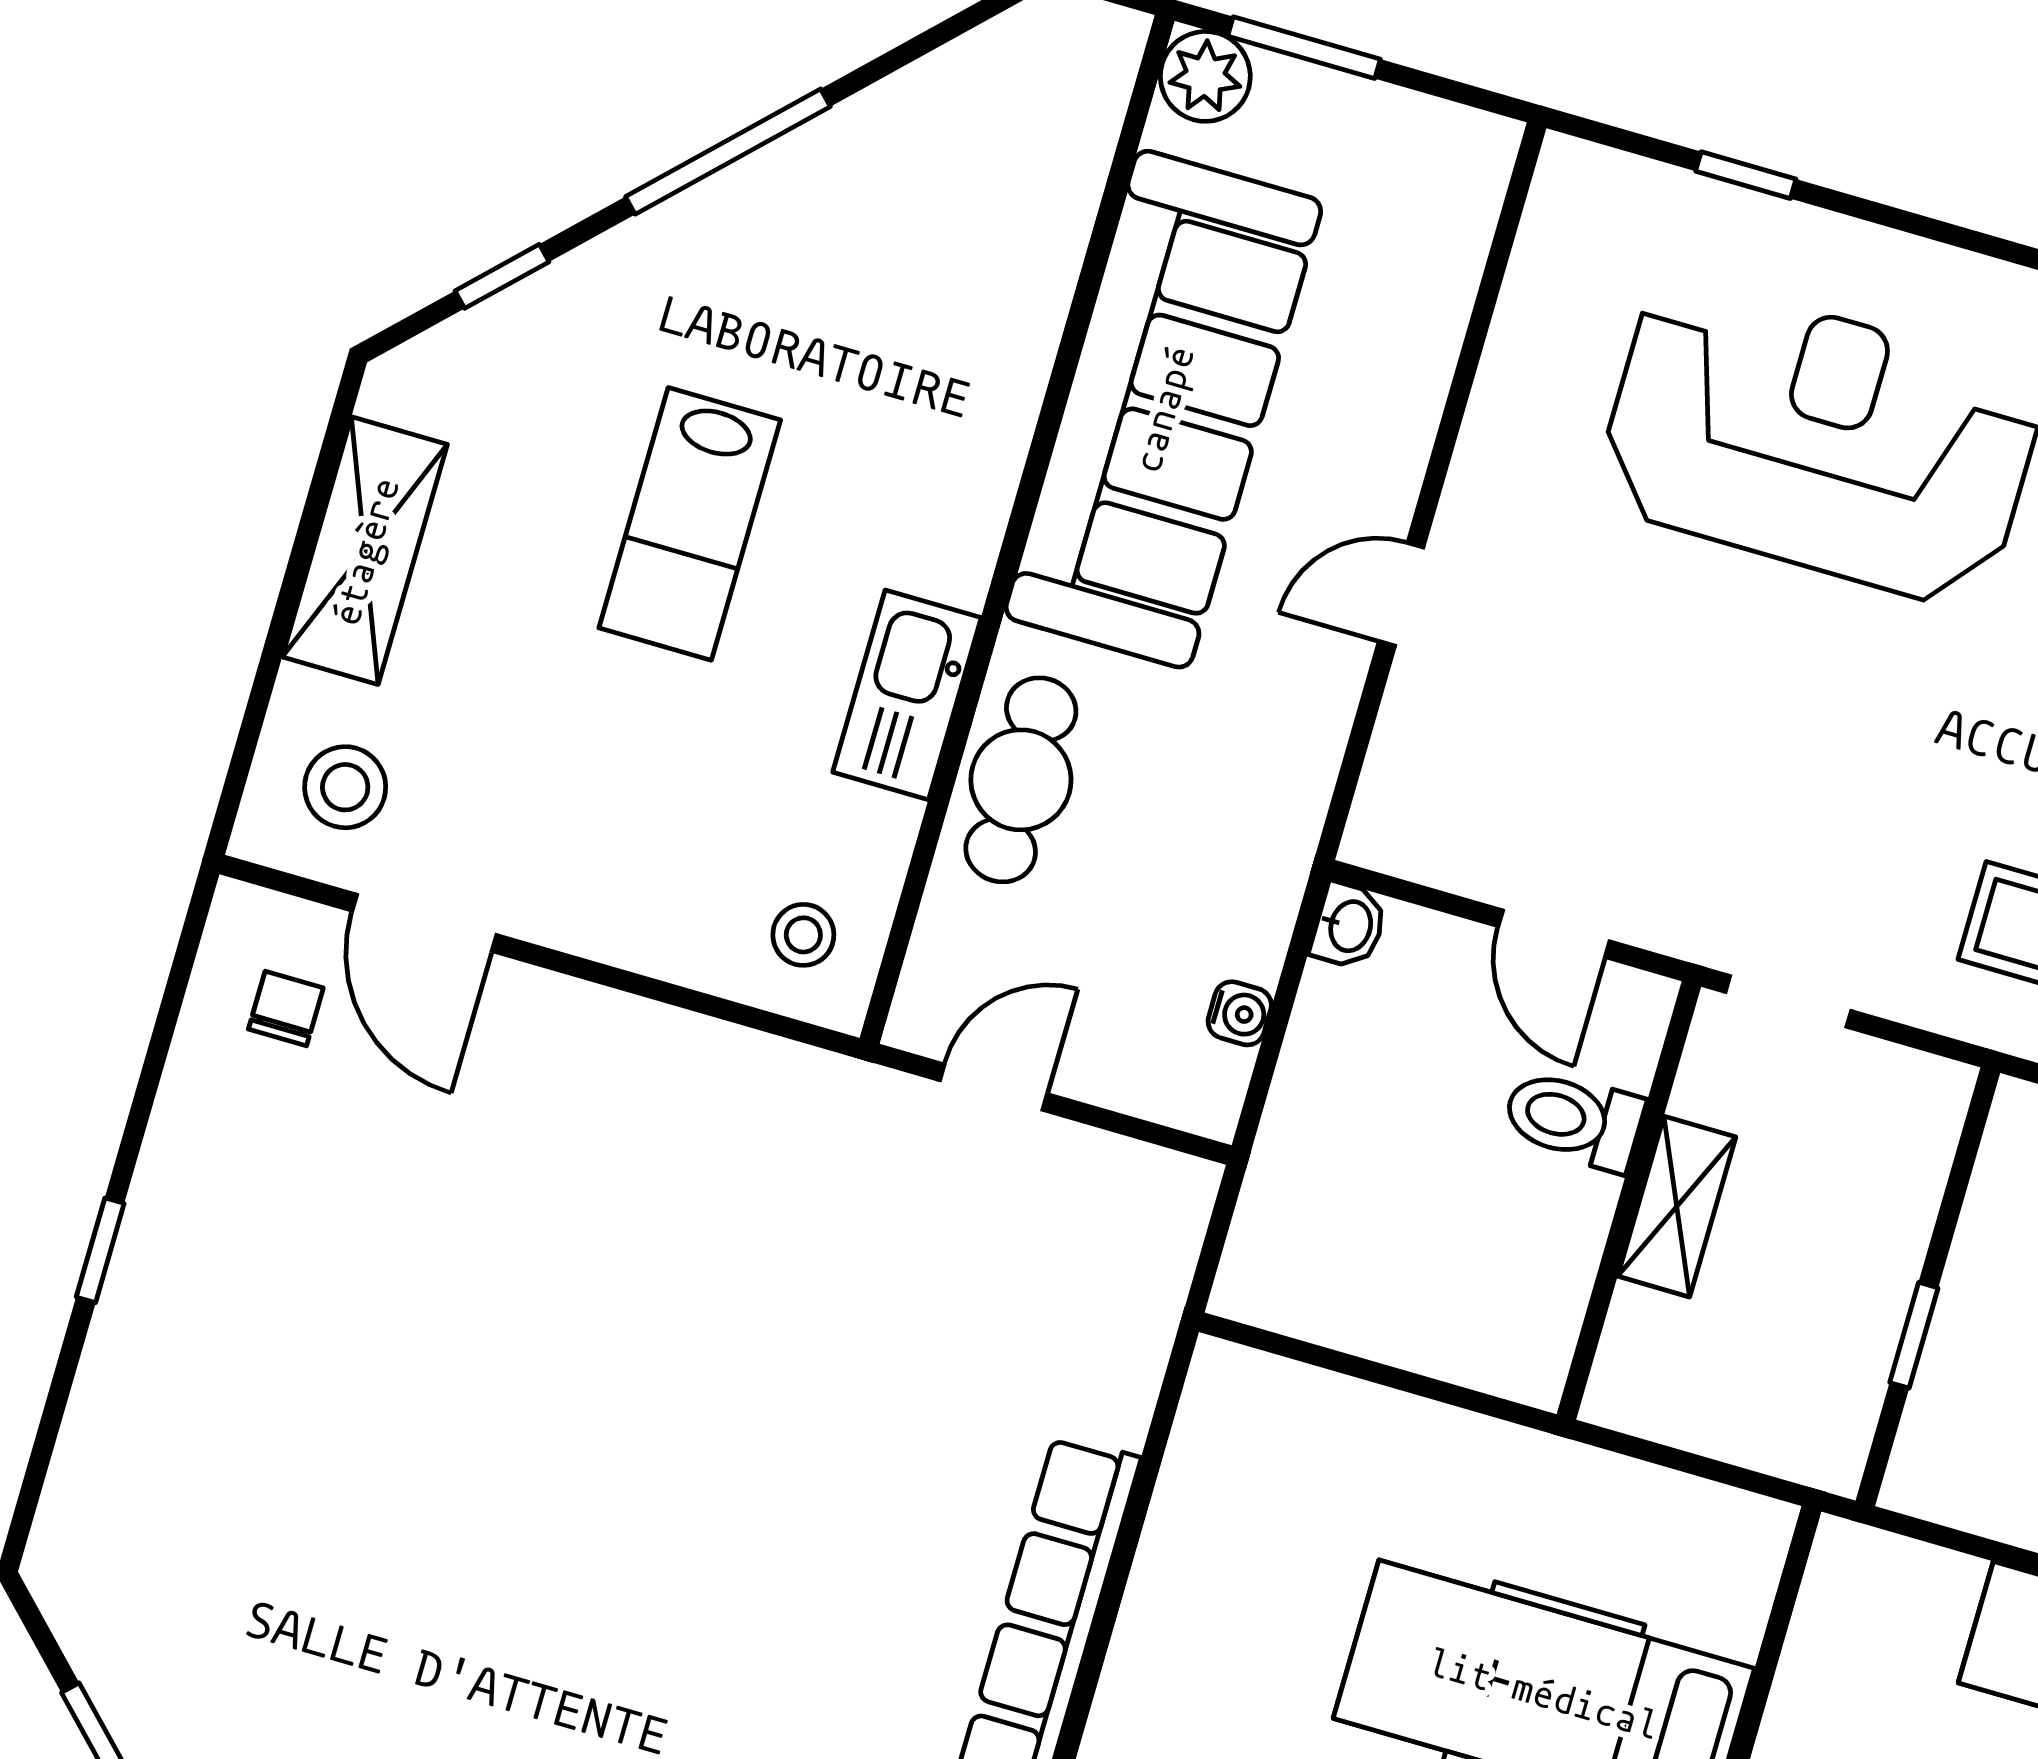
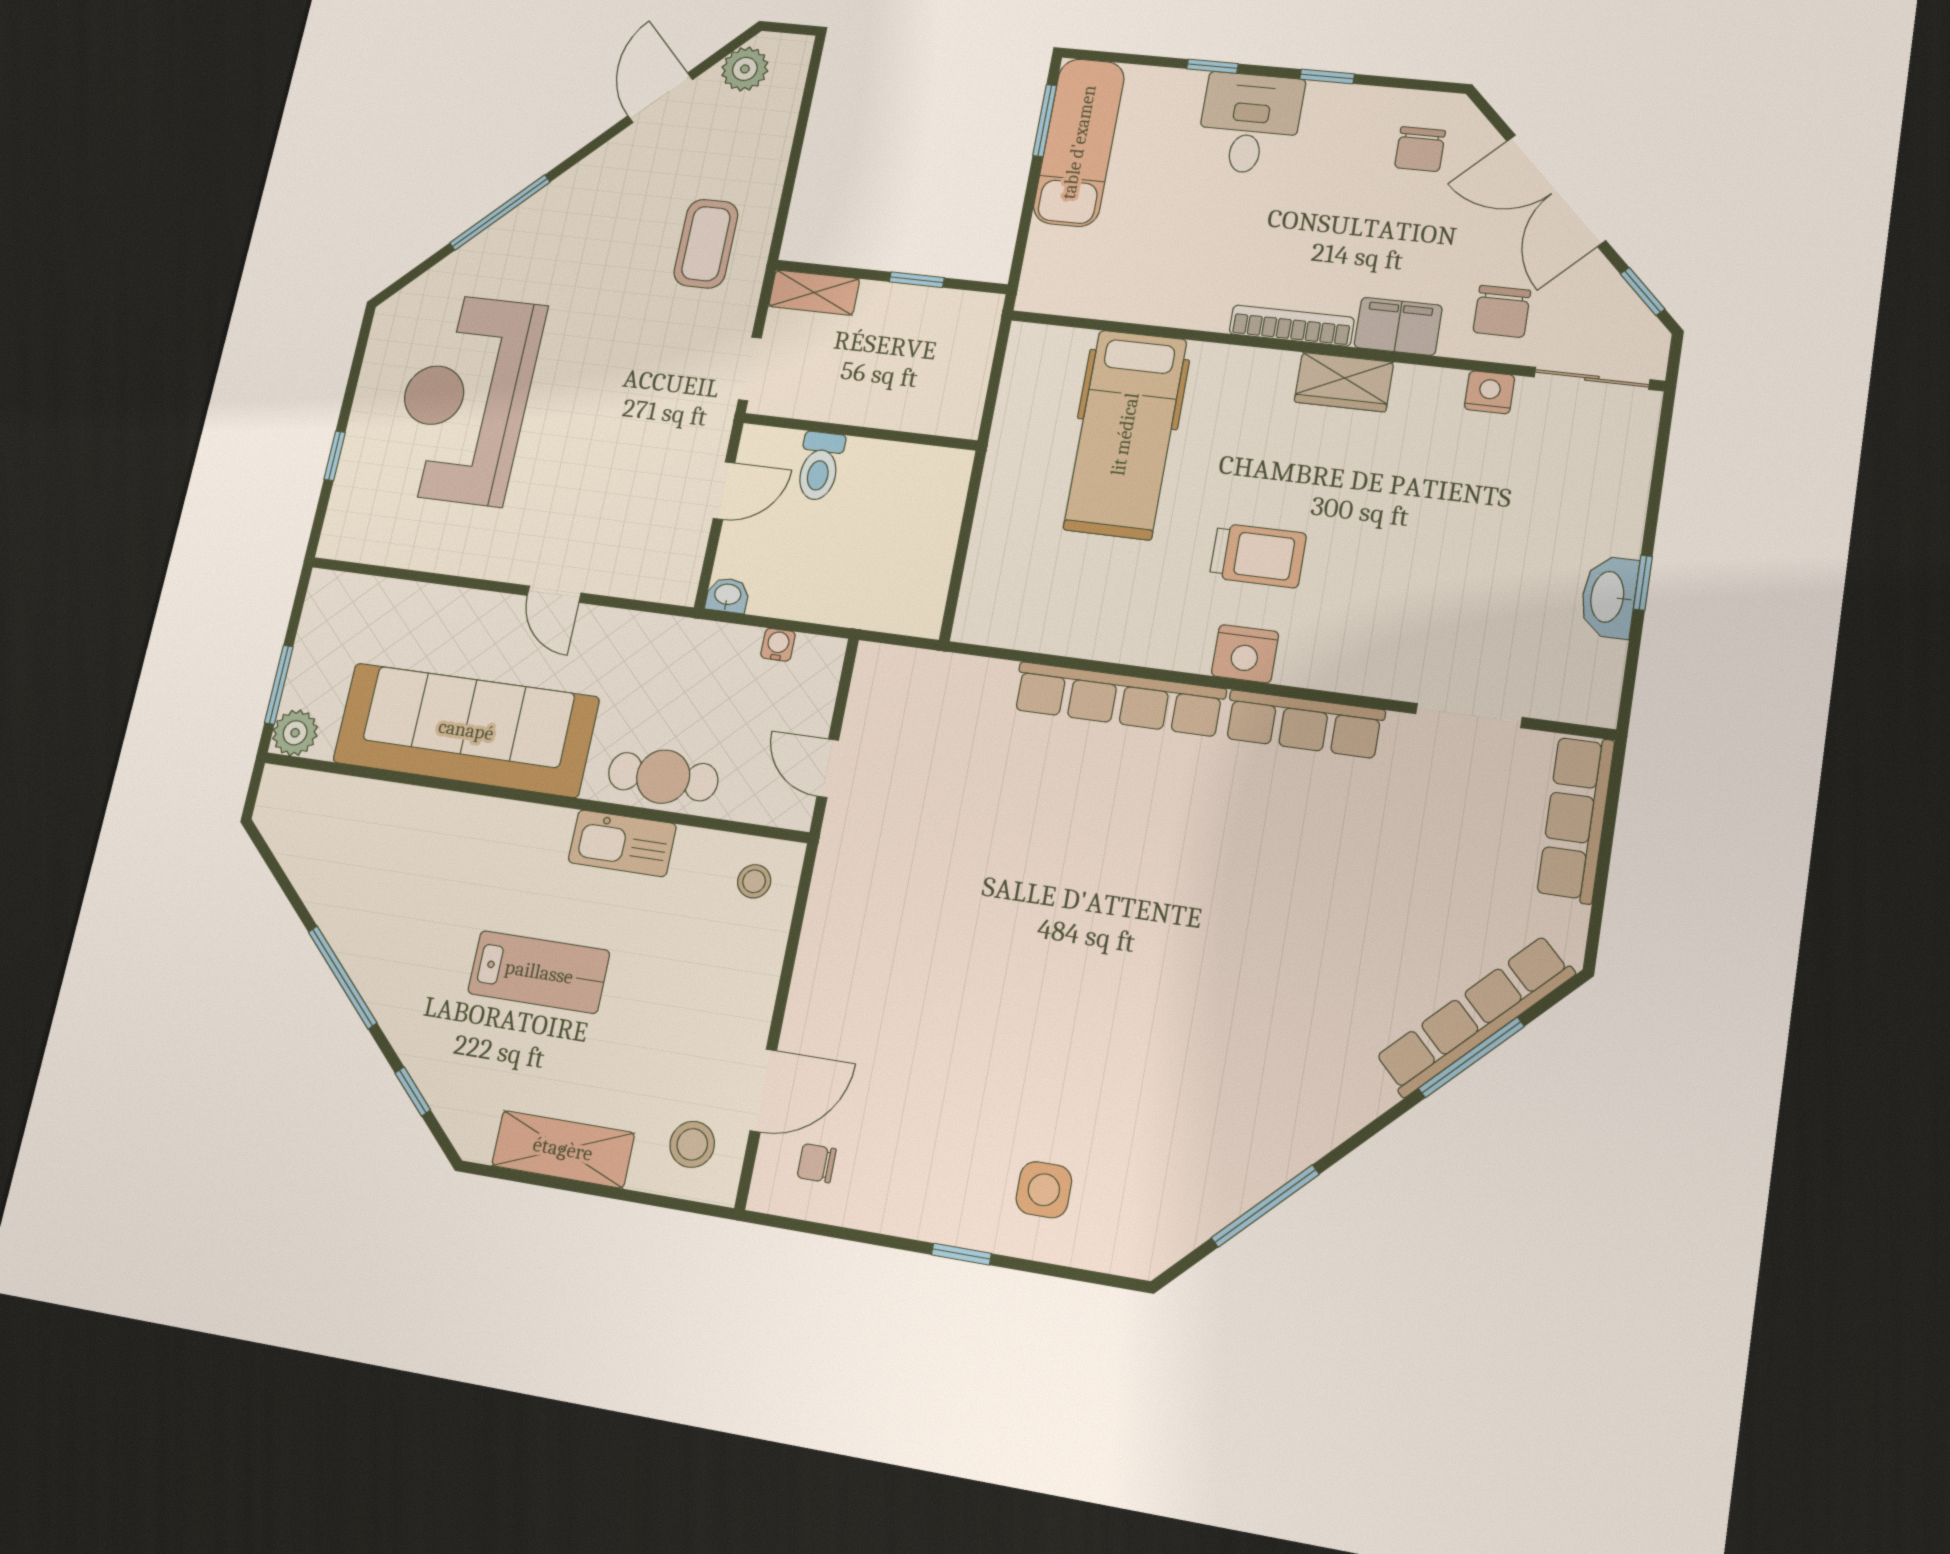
shelving: (1677, 1207) -> (814, 293), moved
side table: (193, 1404) -> (1044, 1190), added

